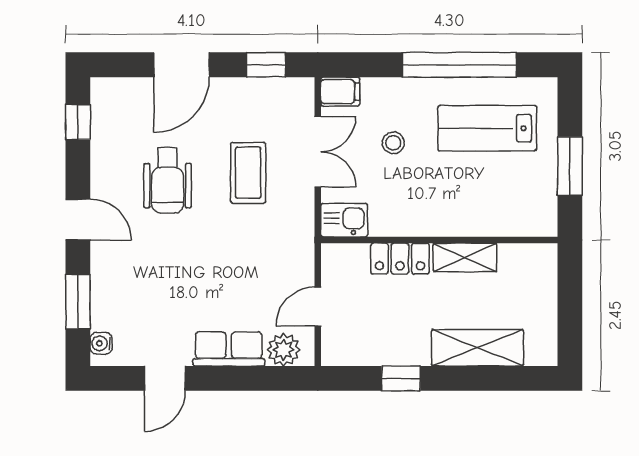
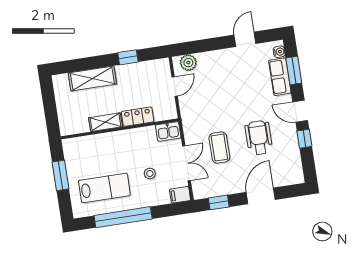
window: (78, 122) -> (304, 139), moved
double door: (318, 152) -> (187, 163), swing flipped
row of seats: (229, 349) -> (280, 77), moved, turned 90

